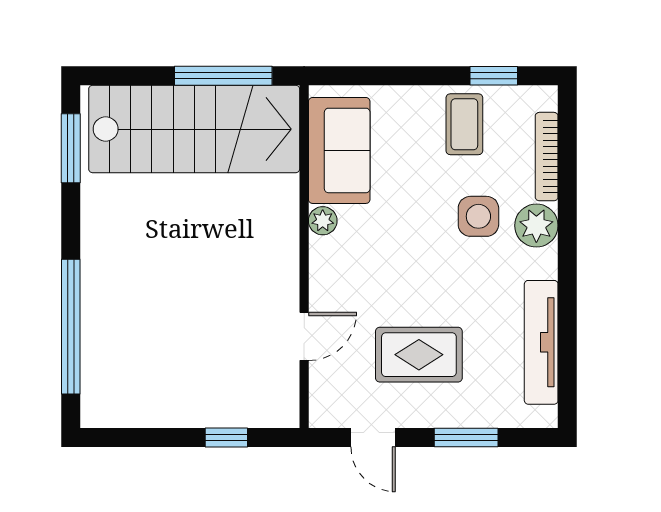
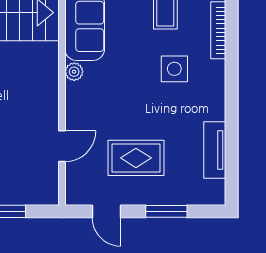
plant: (536, 226) -> (212, 75), removed
tv unit: (541, 342) -> (215, 150), width x0.71

